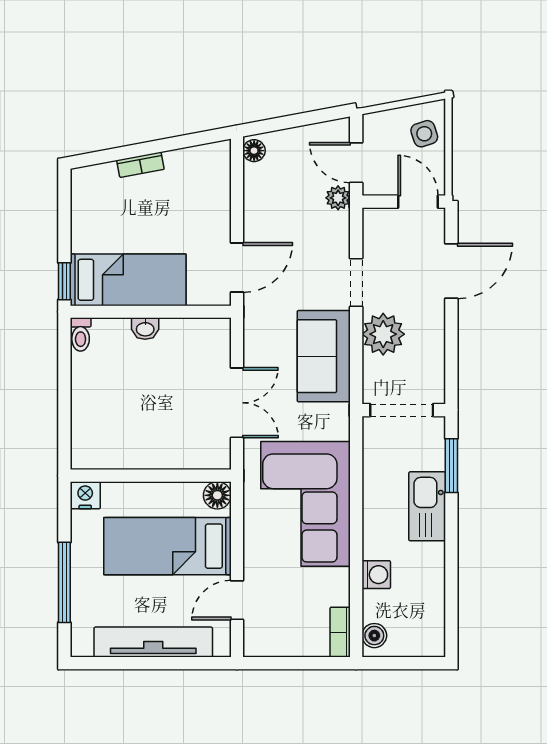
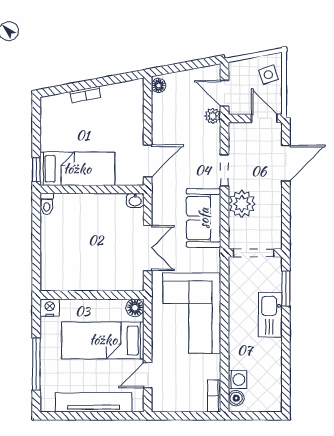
washbasin: (145, 329) -> (135, 200), moved
washing machine: (376, 575) -> (237, 380), moved

